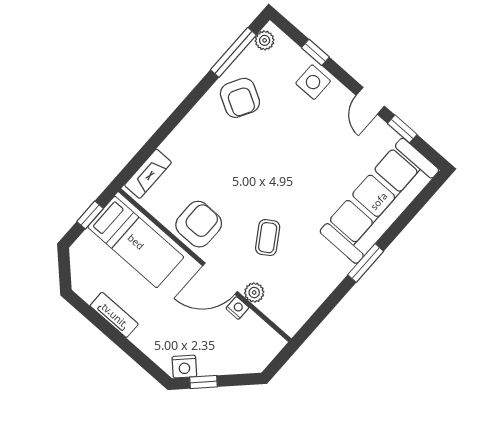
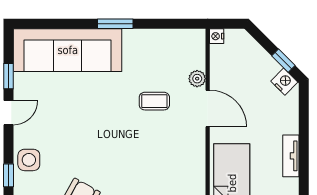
armchair: (199, 224) -> (185, 153), removed
coffee table: (268, 238) -> (154, 101), turned 33
nightstand: (237, 308) -> (217, 36), moved

